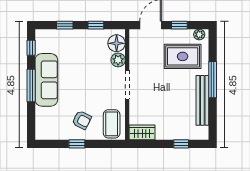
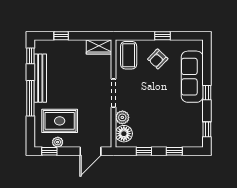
window: (179, 25) -> (49, 151), moved
plant: (199, 35) -> (58, 142), moved
sofa: (46, 80) -> (192, 77), moved
window: (31, 85) -> (207, 93), width x0.46
armchair: (82, 120) -> (158, 59), turned -73
window: (213, 123) -> (30, 56), added

